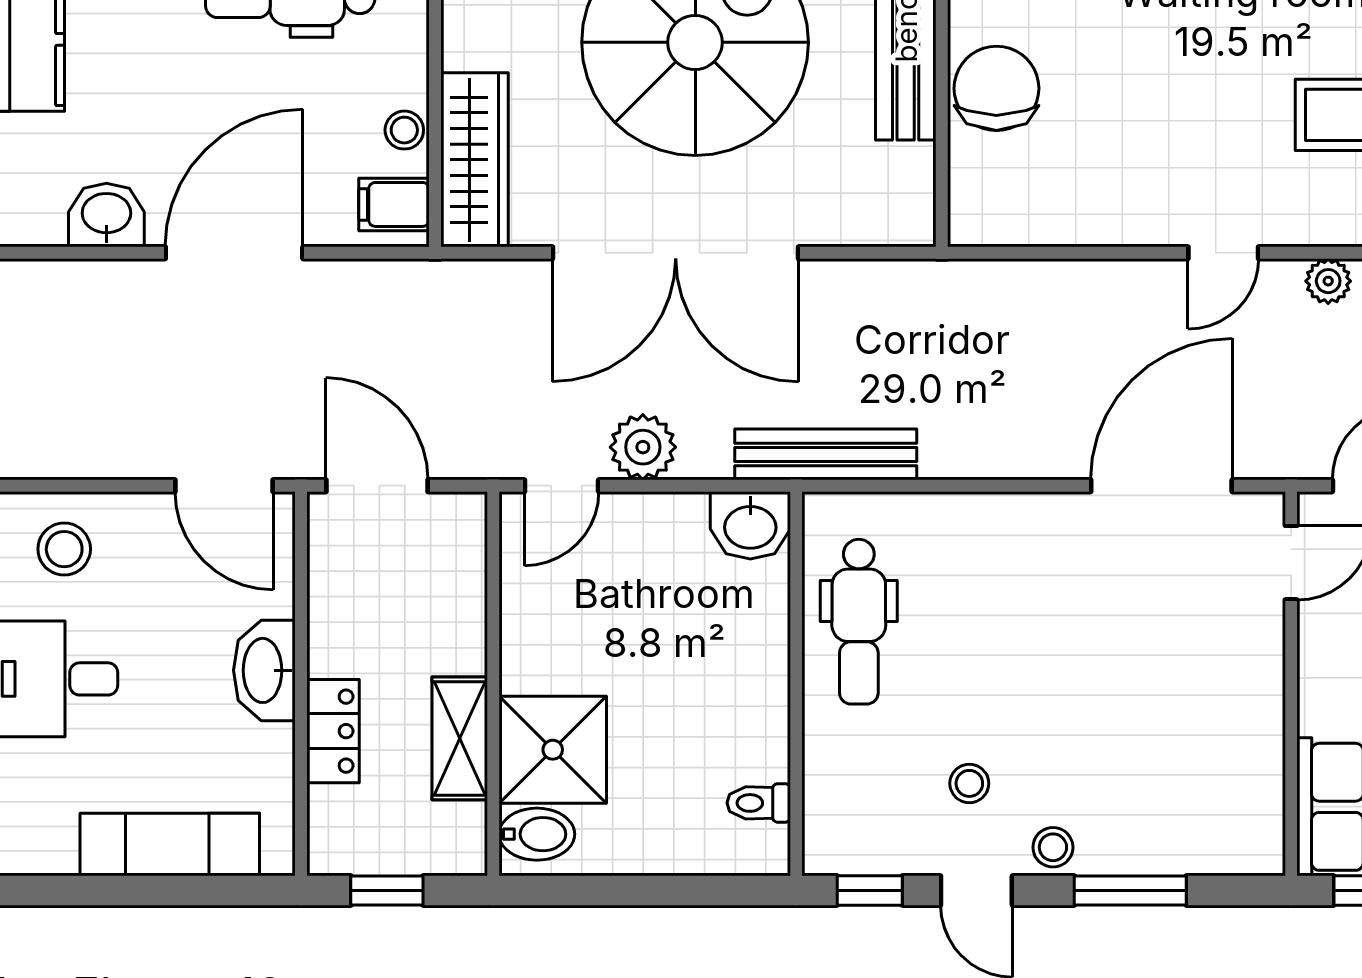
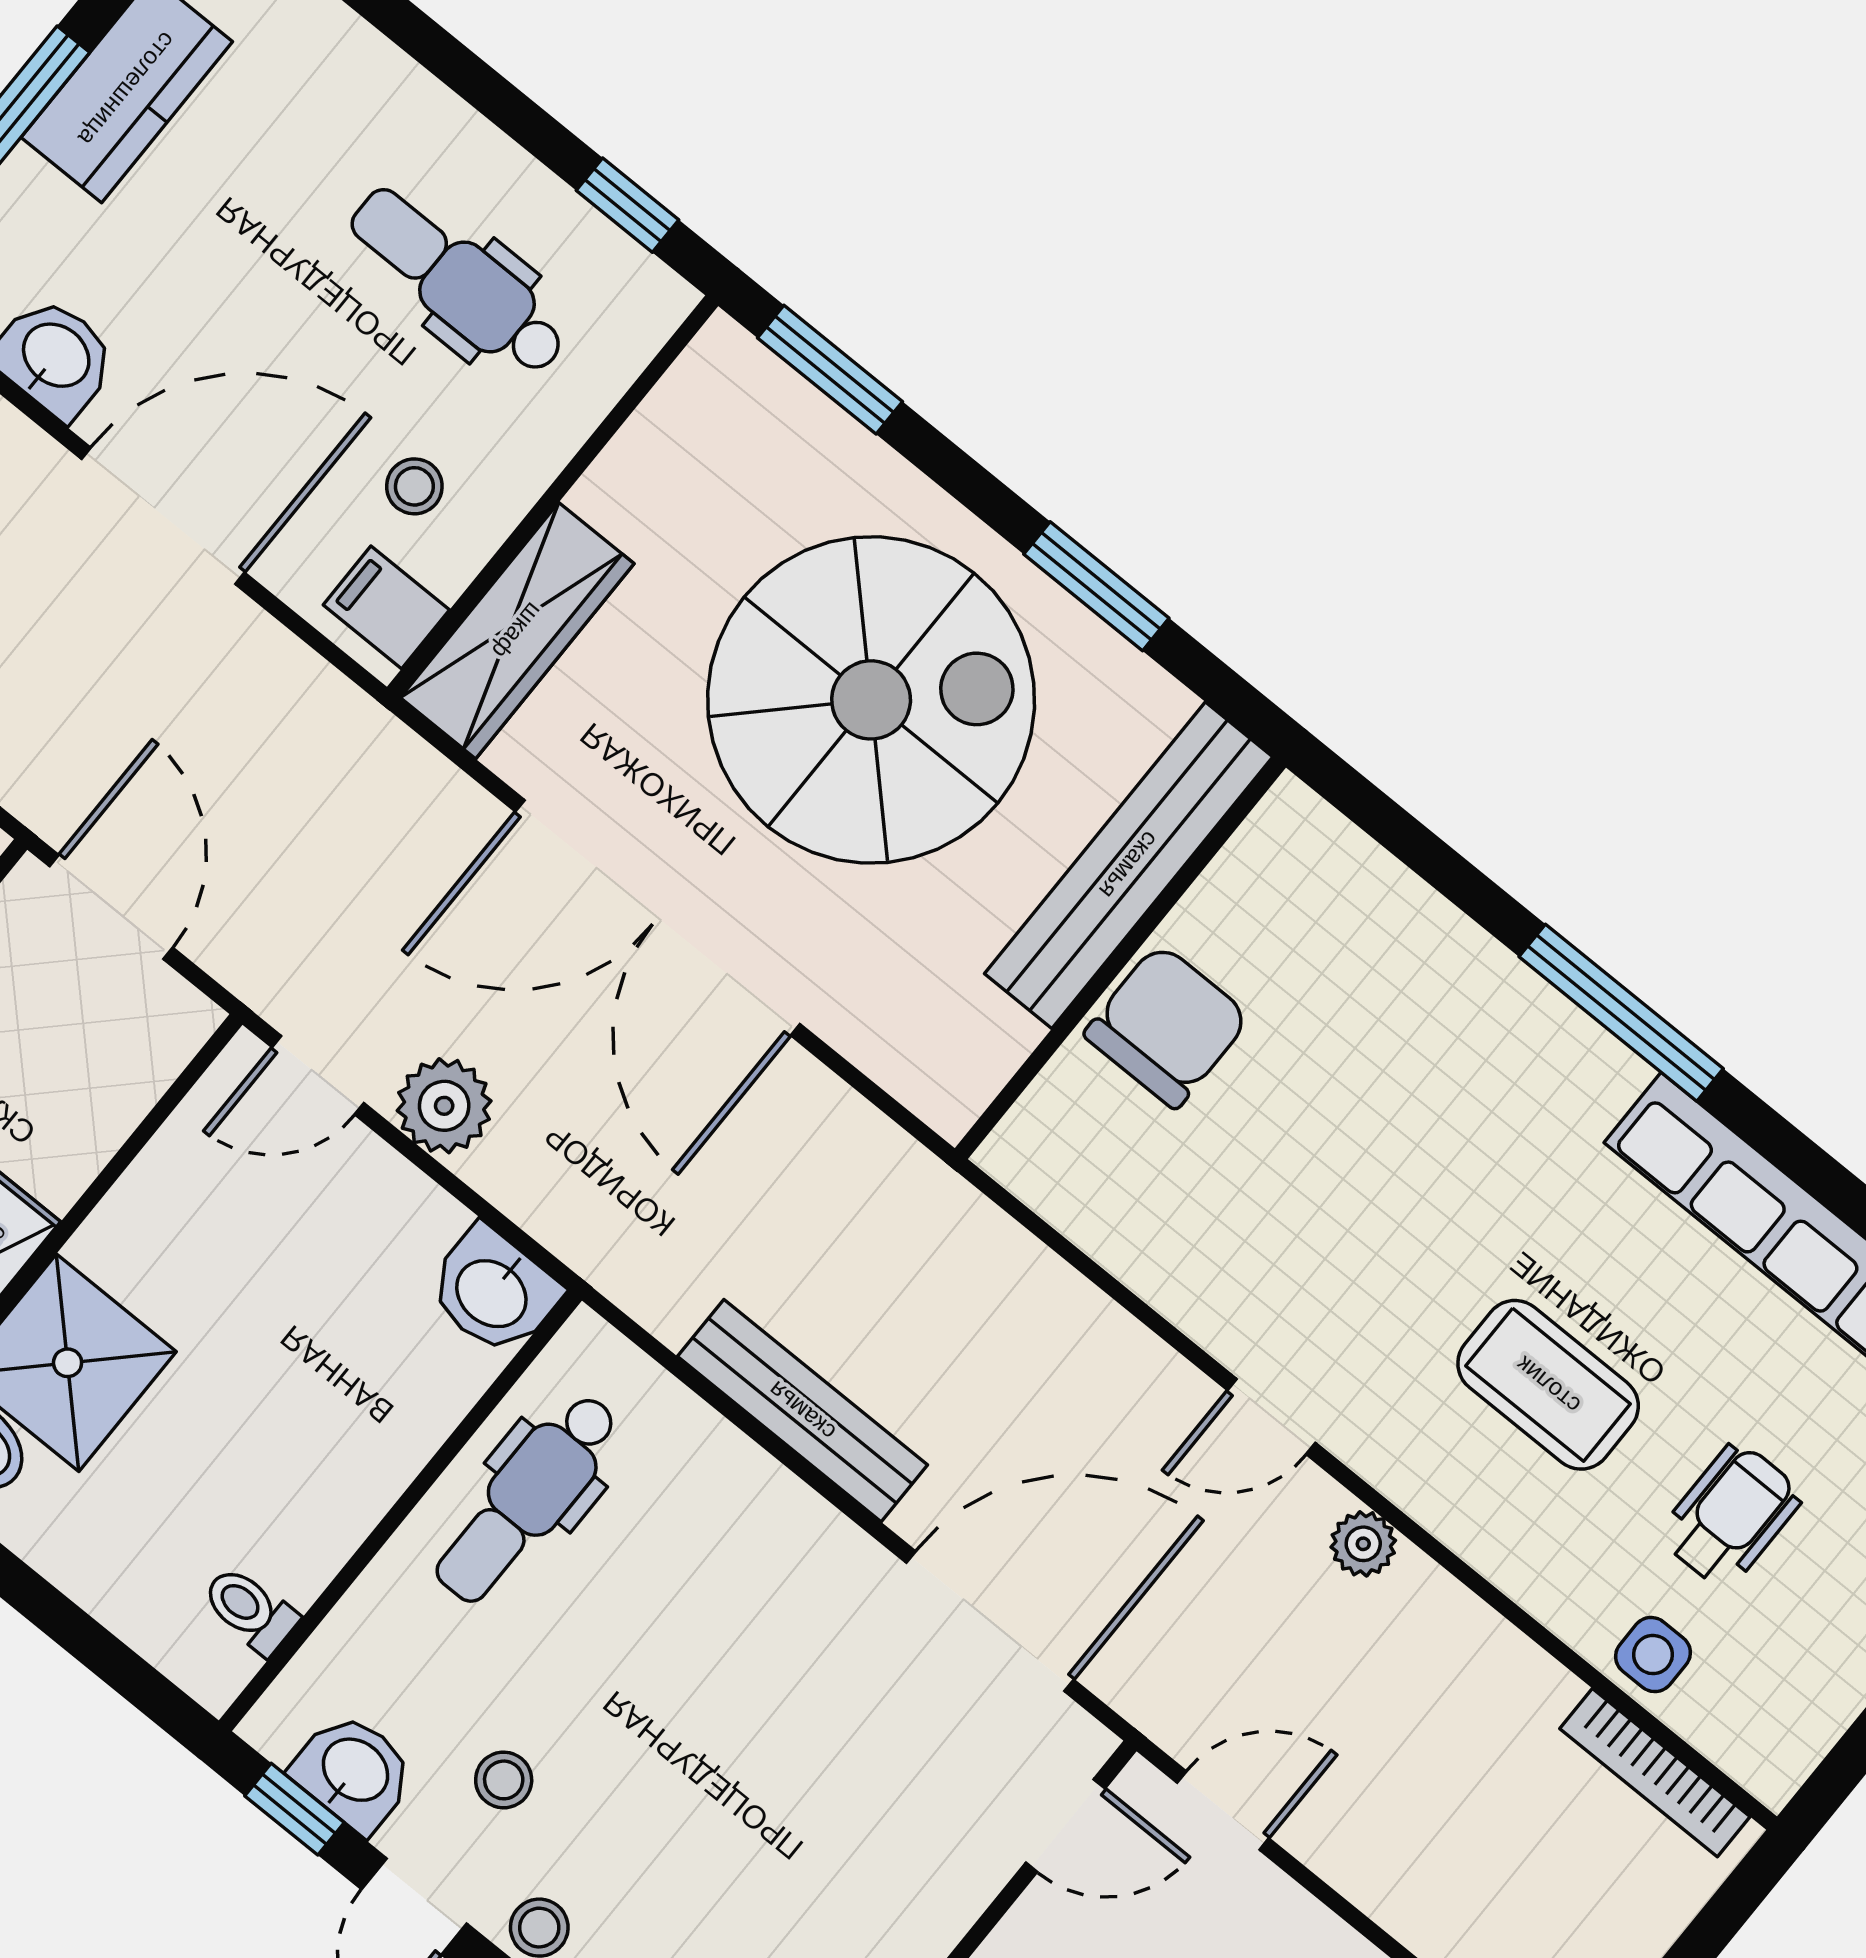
stool: (404, 130) -> (414, 486), moved
bench: (826, 454) -> (802, 1411), moved
washbasin: (885, 845) -> (354, 1772), added

